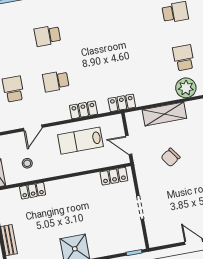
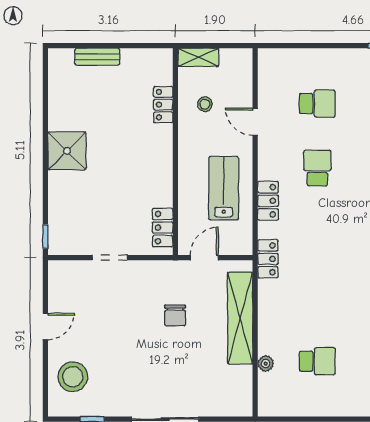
plant: (186, 88) -> (266, 364), width x0.53, depth x0.53
shelving: (164, 114) -> (240, 318), width x1.47
chair: (170, 157) -> (175, 315), turned -145

